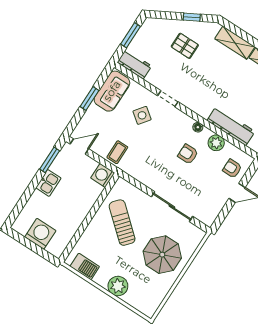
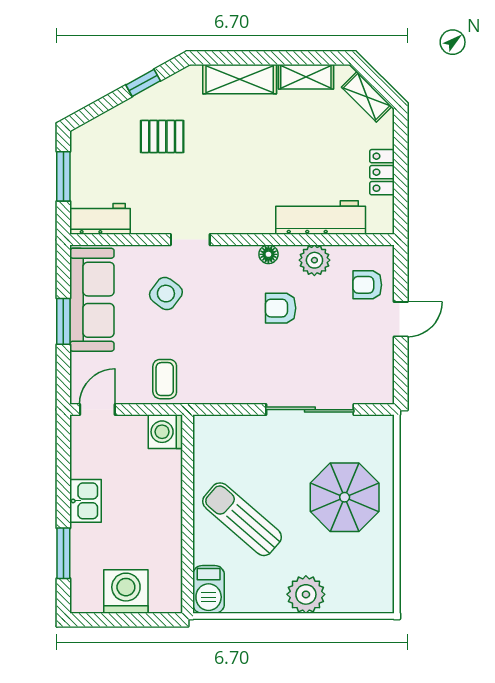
sofa: (112, 91) -> (92, 300), width x1.36
window: (50, 160) -> (63, 553), moved
sun lounger: (122, 223) -> (242, 519), moved
barbecue: (85, 266) -> (209, 589), moved, turned 90

